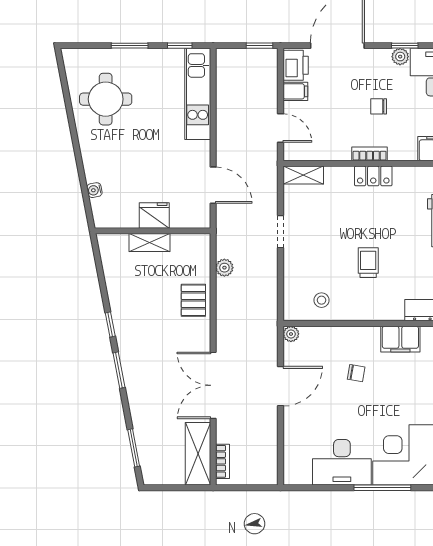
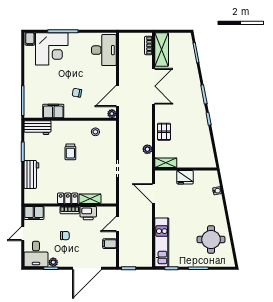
printer: (296, 65) -> (88, 213), moved, turned -90
door: (280, 128) -> (117, 224), hinge flipped
shelving: (303, 175) -> (90, 199), moved
shelving: (149, 243) -> (166, 163), moved
door: (280, 386) -> (117, 96), moved
desk: (342, 462) -> (104, 50), moved, turned 90

